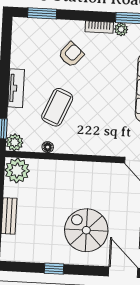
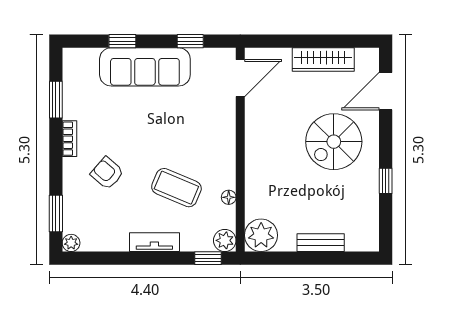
plant: (121, 29) -> (71, 243), moved

